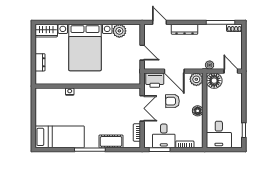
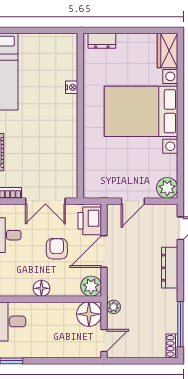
plant: (119, 31) -> (167, 188), moved
dresser: (40, 62) -> (102, 41), moved

